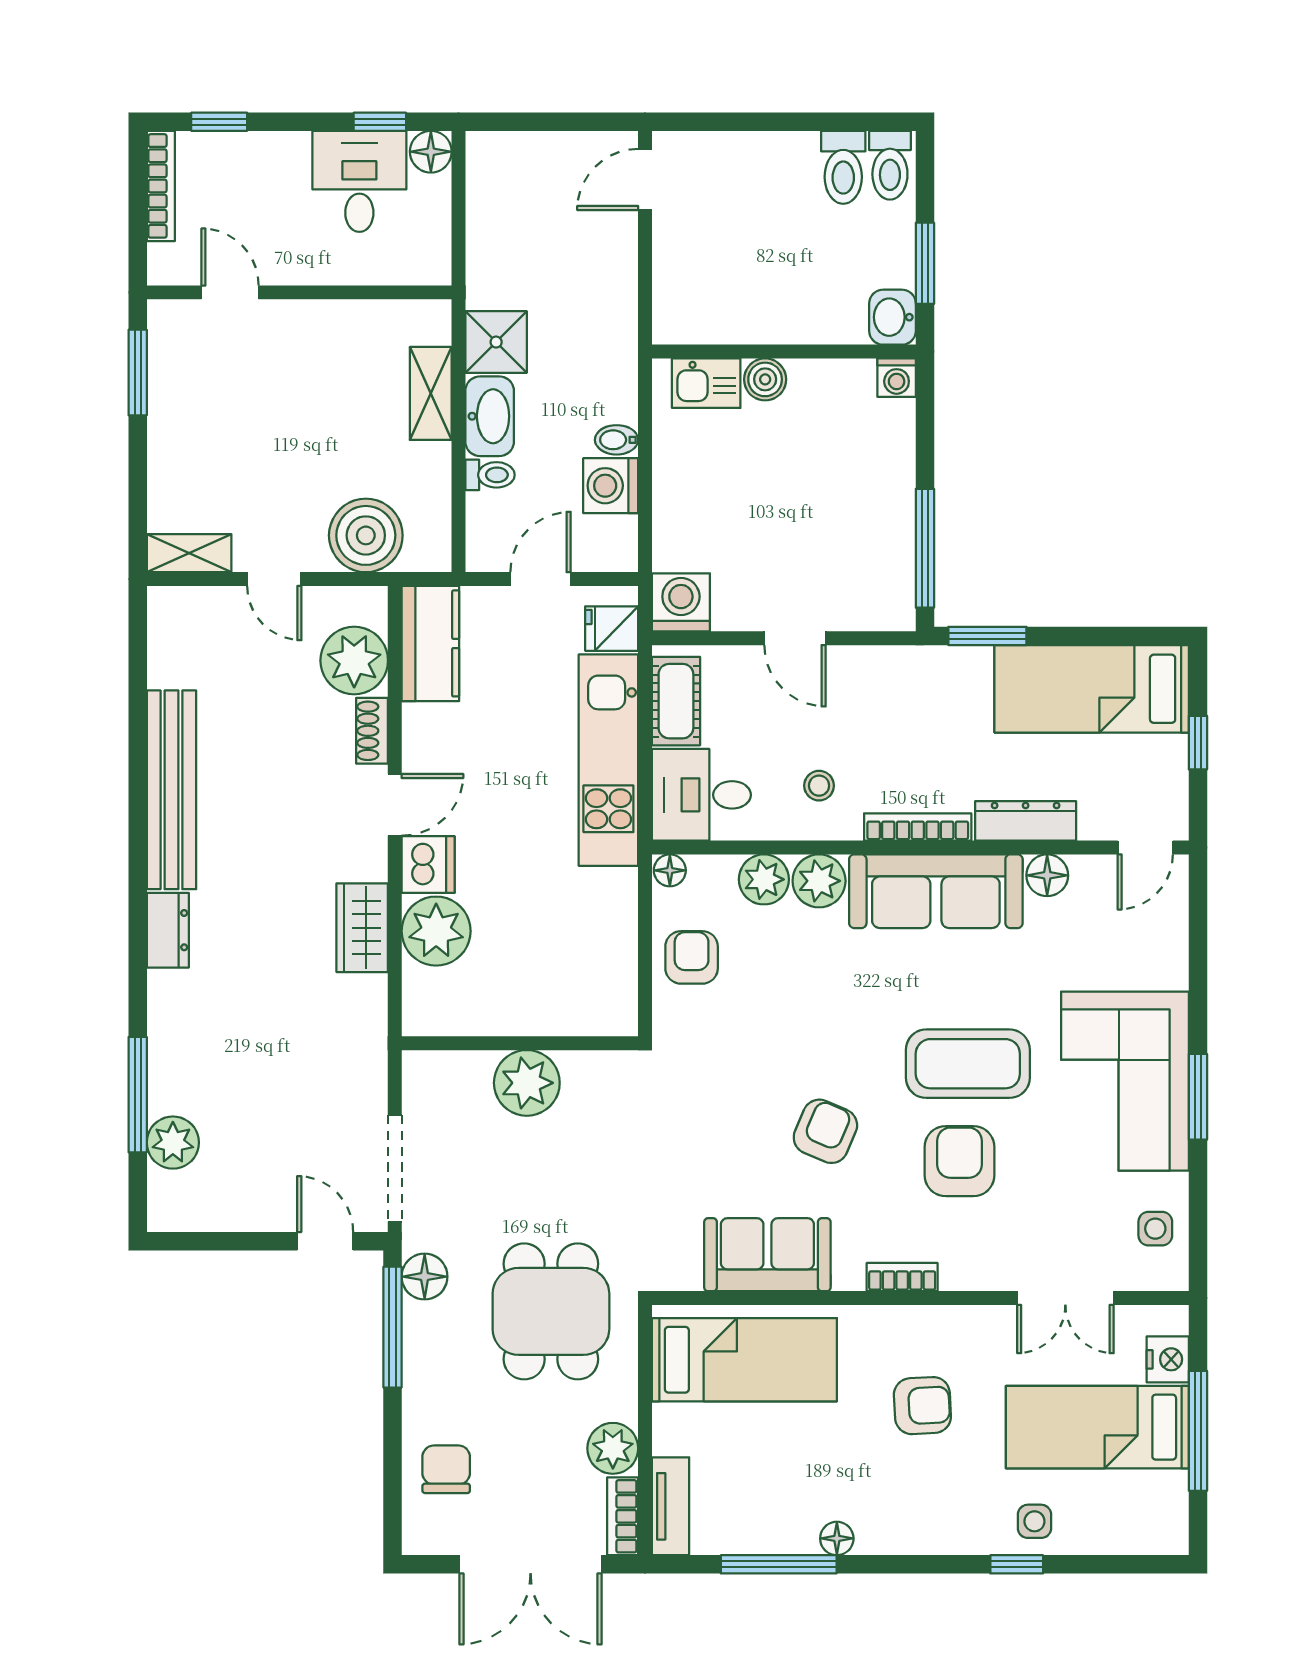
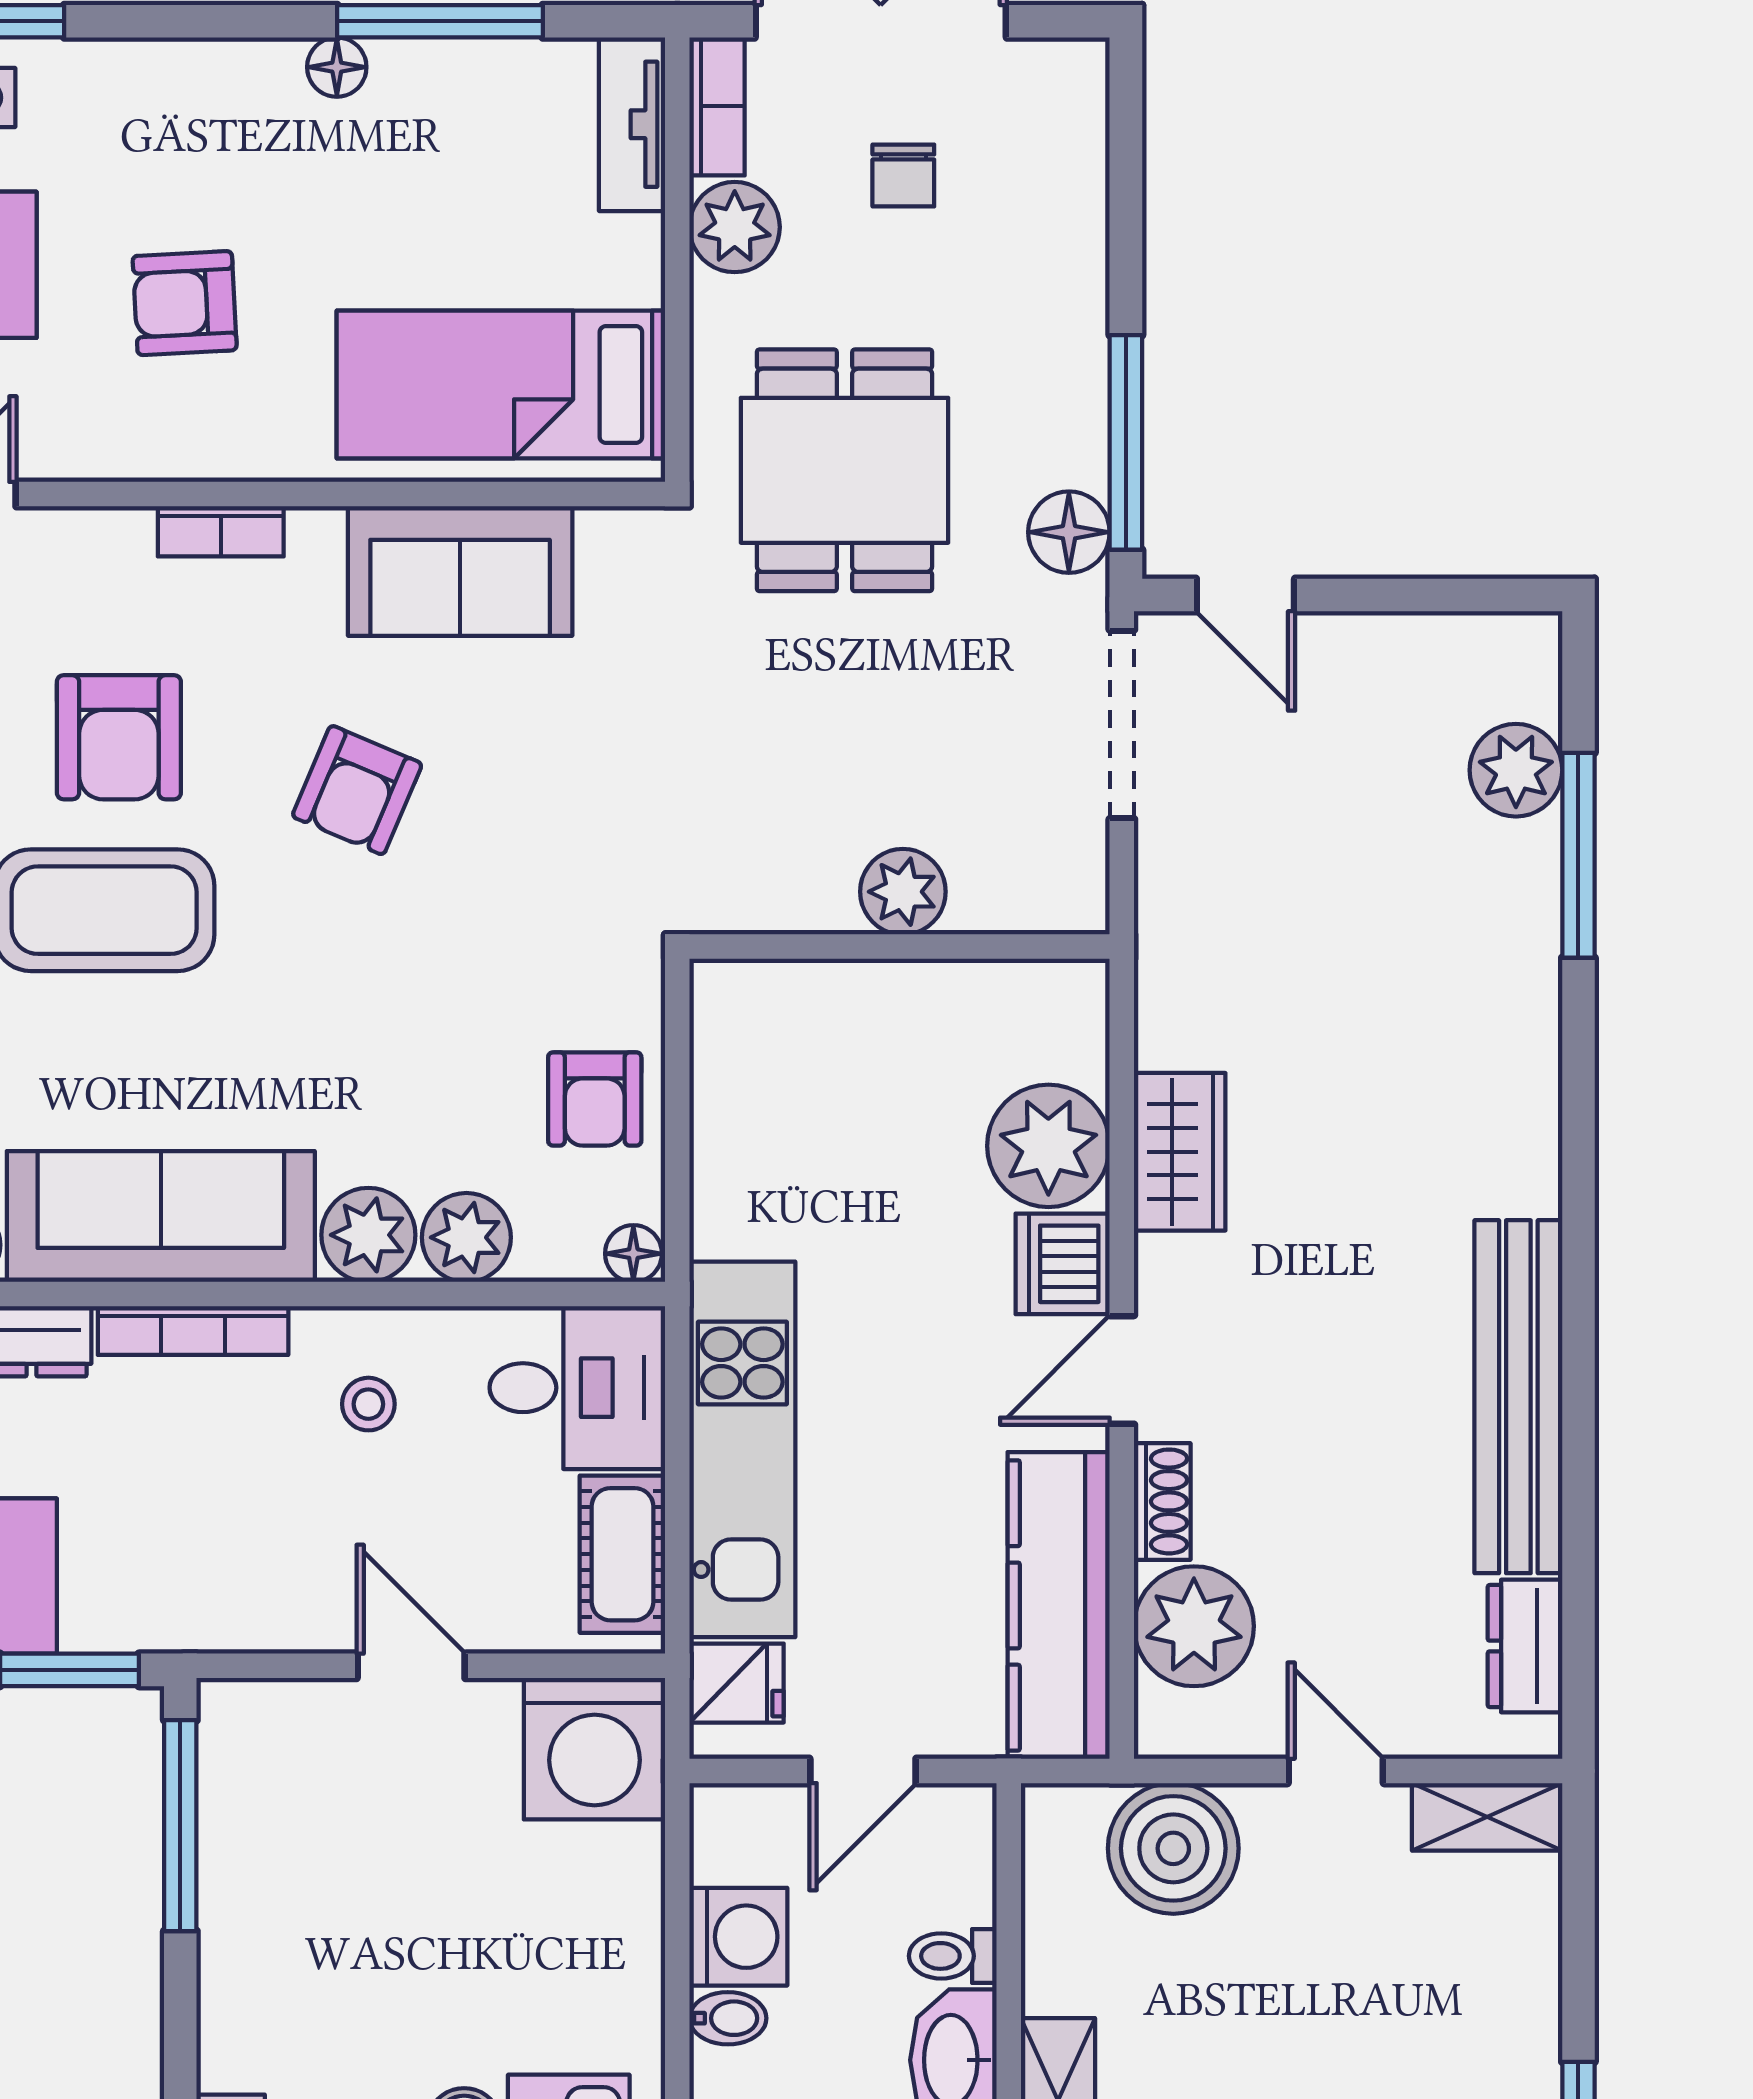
washing machine: (681, 602) -> (595, 1749), width x1.37, depth x1.37
kitchen counter: (430, 643) -> (1059, 1605), width x1.50
dresser: (168, 930) -> (1525, 1646), moved
plant: (527, 1083) -> (903, 892), width x0.73, depth x0.73
chair: (446, 1469) -> (903, 176), moved, width x0.73, depth x0.73

